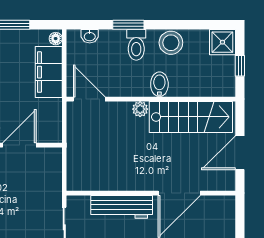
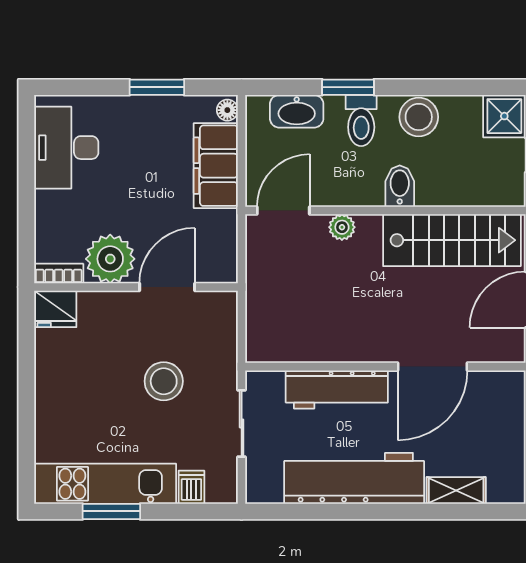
washbasin: (90, 36) -> (297, 111), width x1.91, depth x1.45
door: (89, 99) -> (283, 211), hinge flipped
plant: (140, 109) -> (342, 227), moved
stool: (17, 202) -> (164, 381), added

